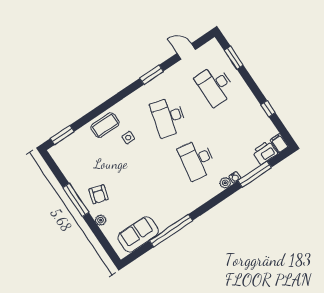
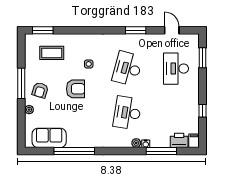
coffee table: (105, 125) -> (52, 53), moved
armchair: (132, 170) -> (75, 89), added

